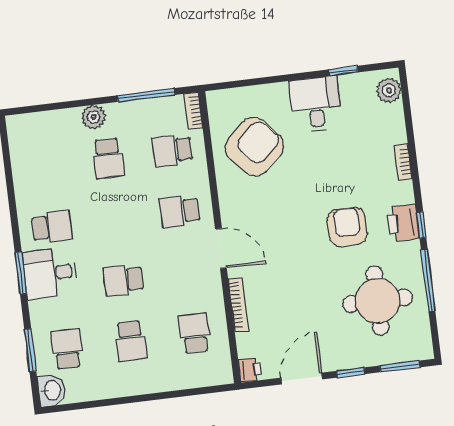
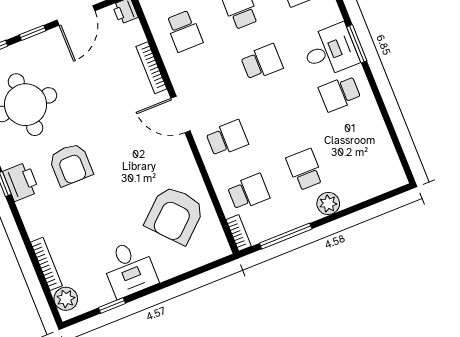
bookcase: (403, 162) -> (46, 264), moved, width x1.56

